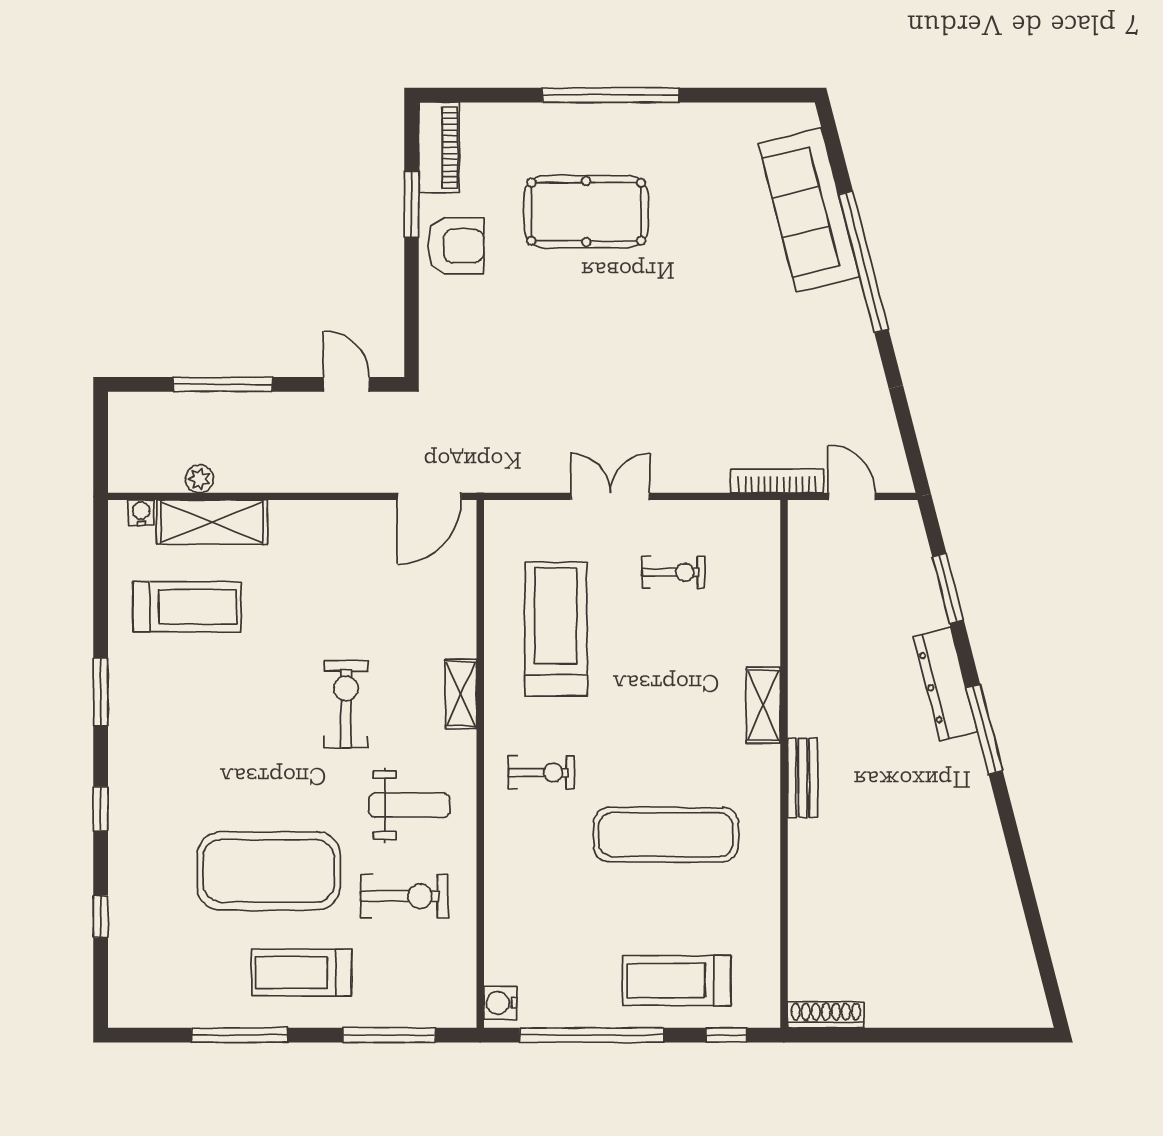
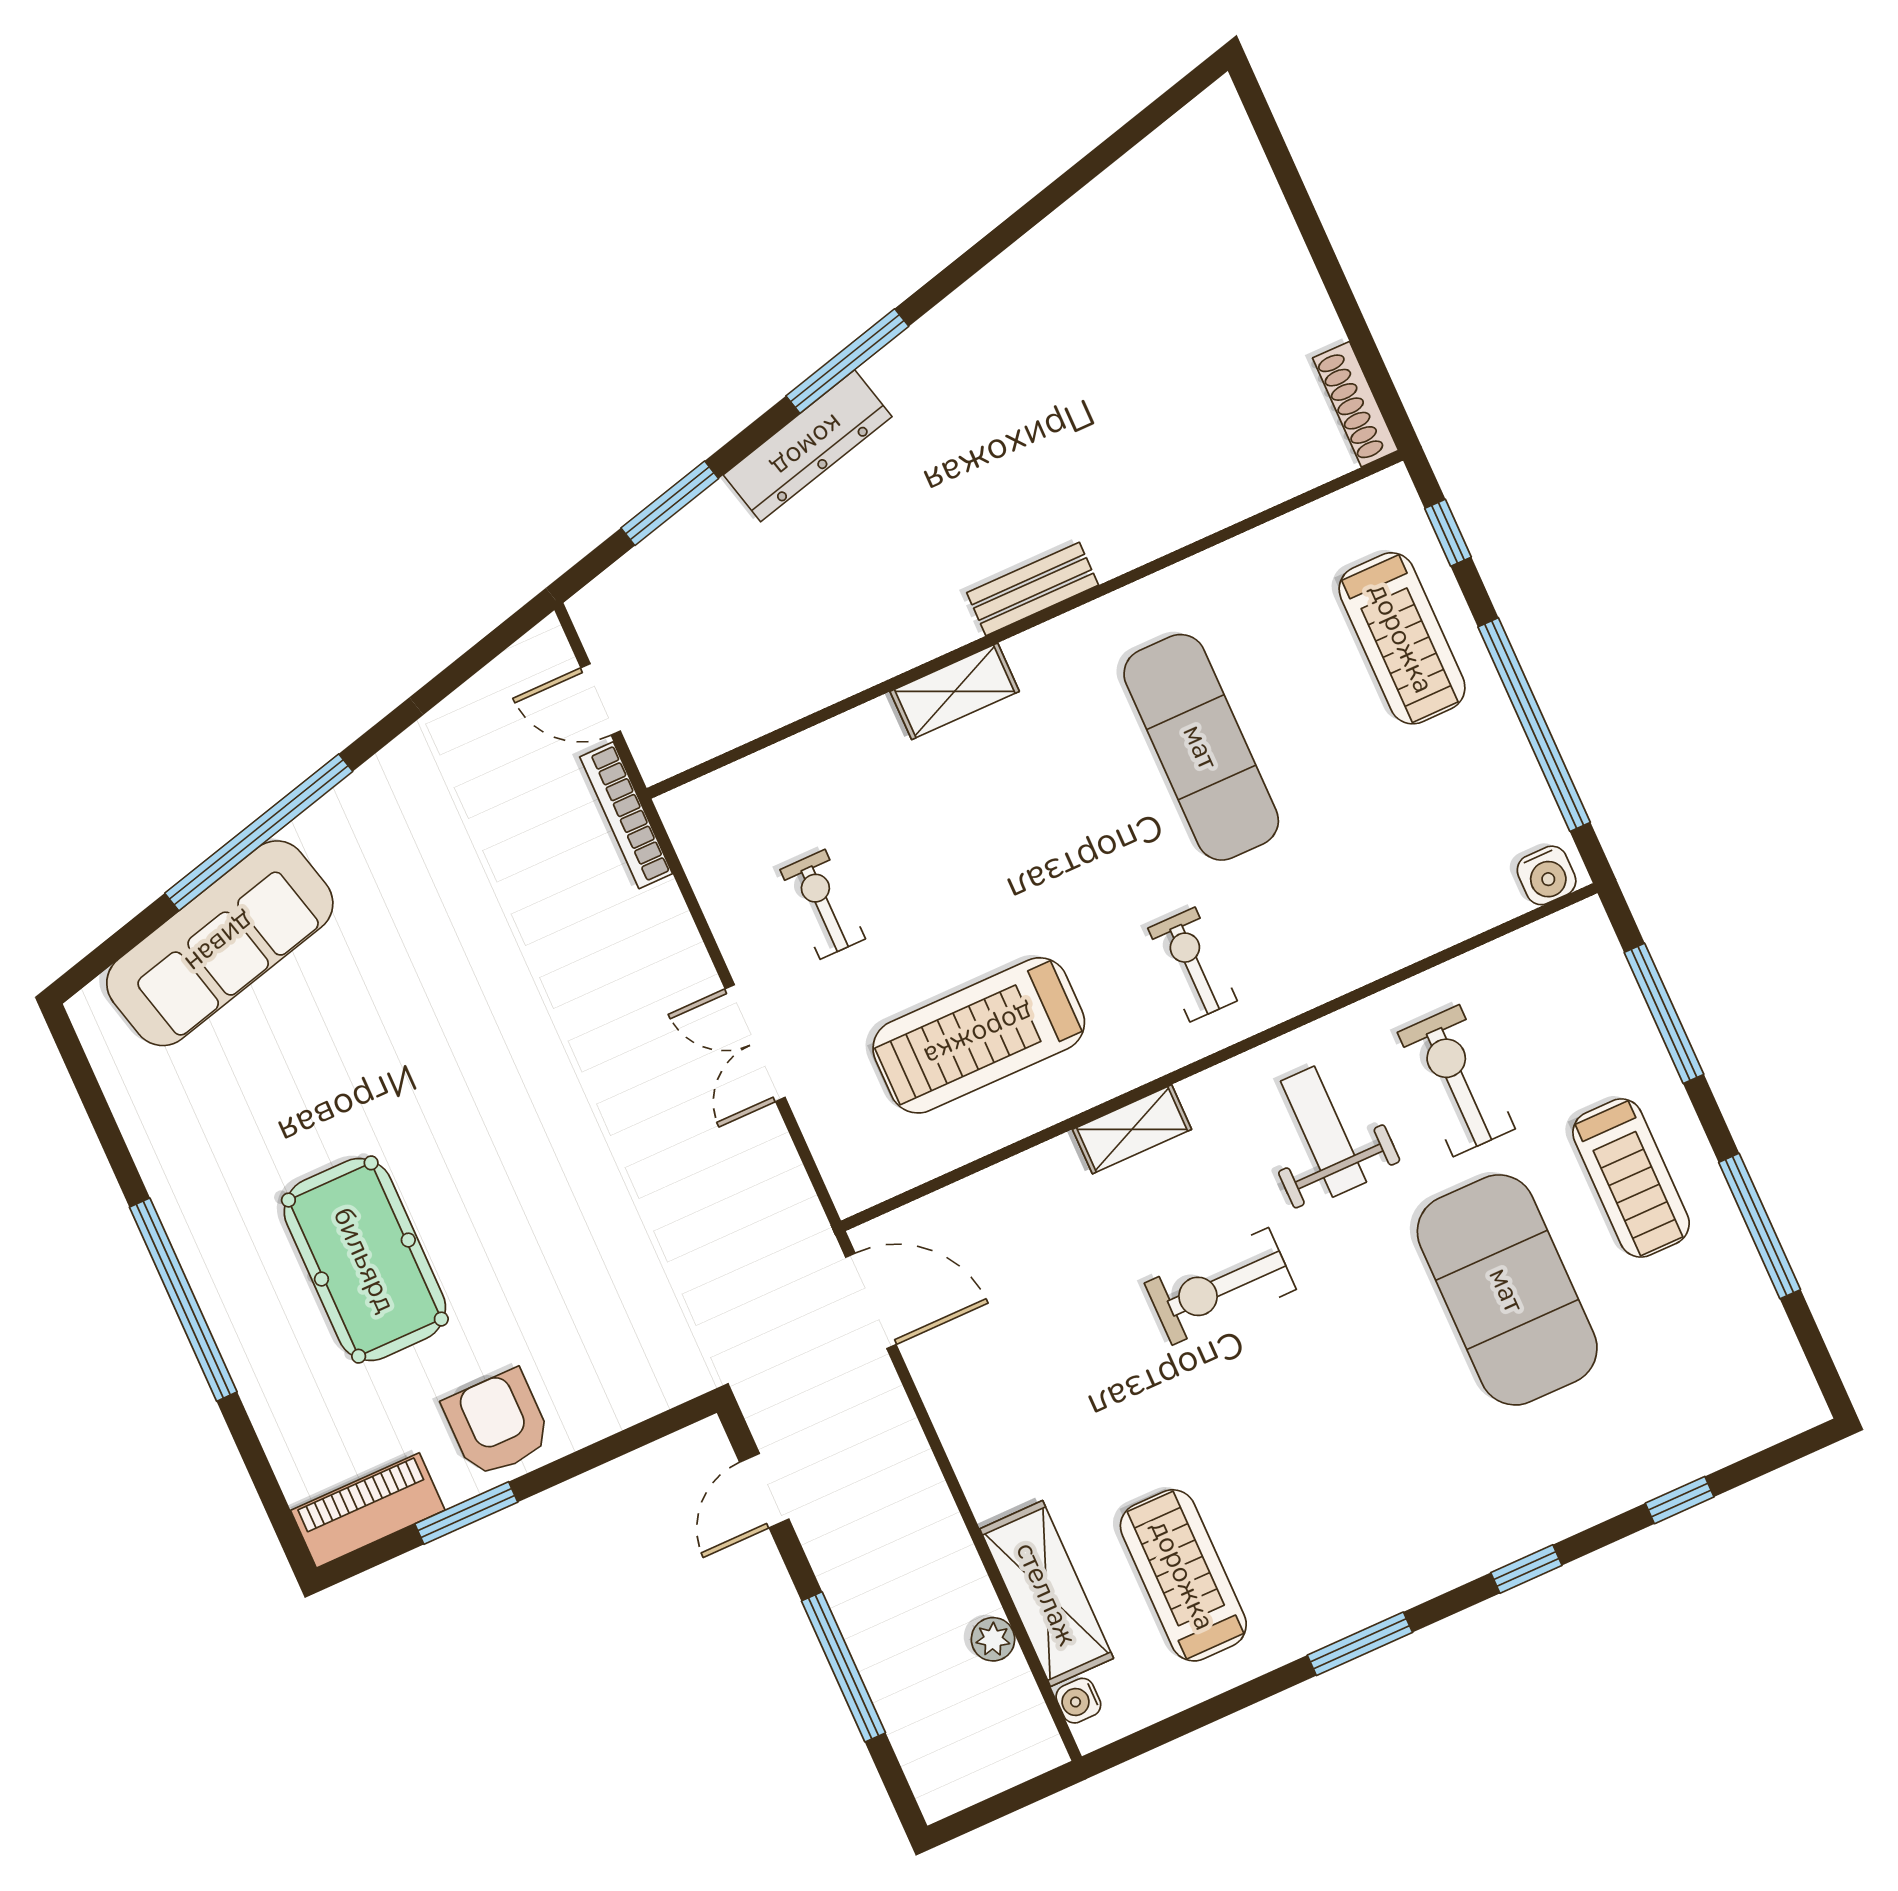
door: (852, 496) -> (601, 699), hinge flipped

